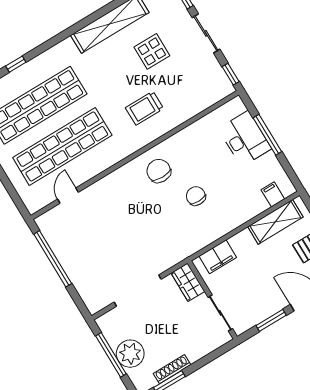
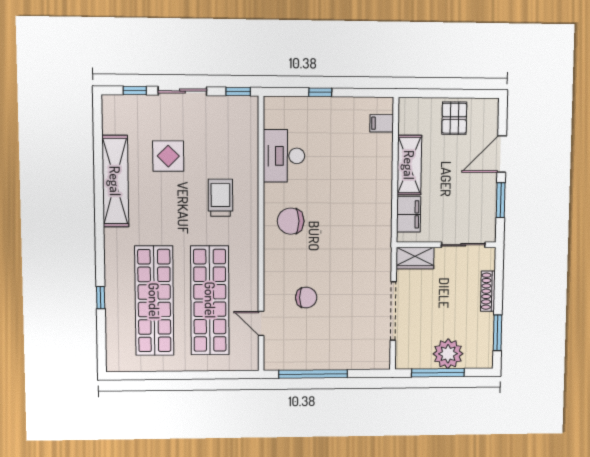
trolley: (144, 108) -> (220, 198), turned 180
window: (267, 135) -> (320, 92), width x0.46
desk: (245, 139) -> (284, 156), moved, turned -90
chair: (196, 196) -> (306, 298), moved, turned 180
shelving: (275, 222) -> (409, 165), moved
shoe rack: (172, 369) -> (488, 291), moved

